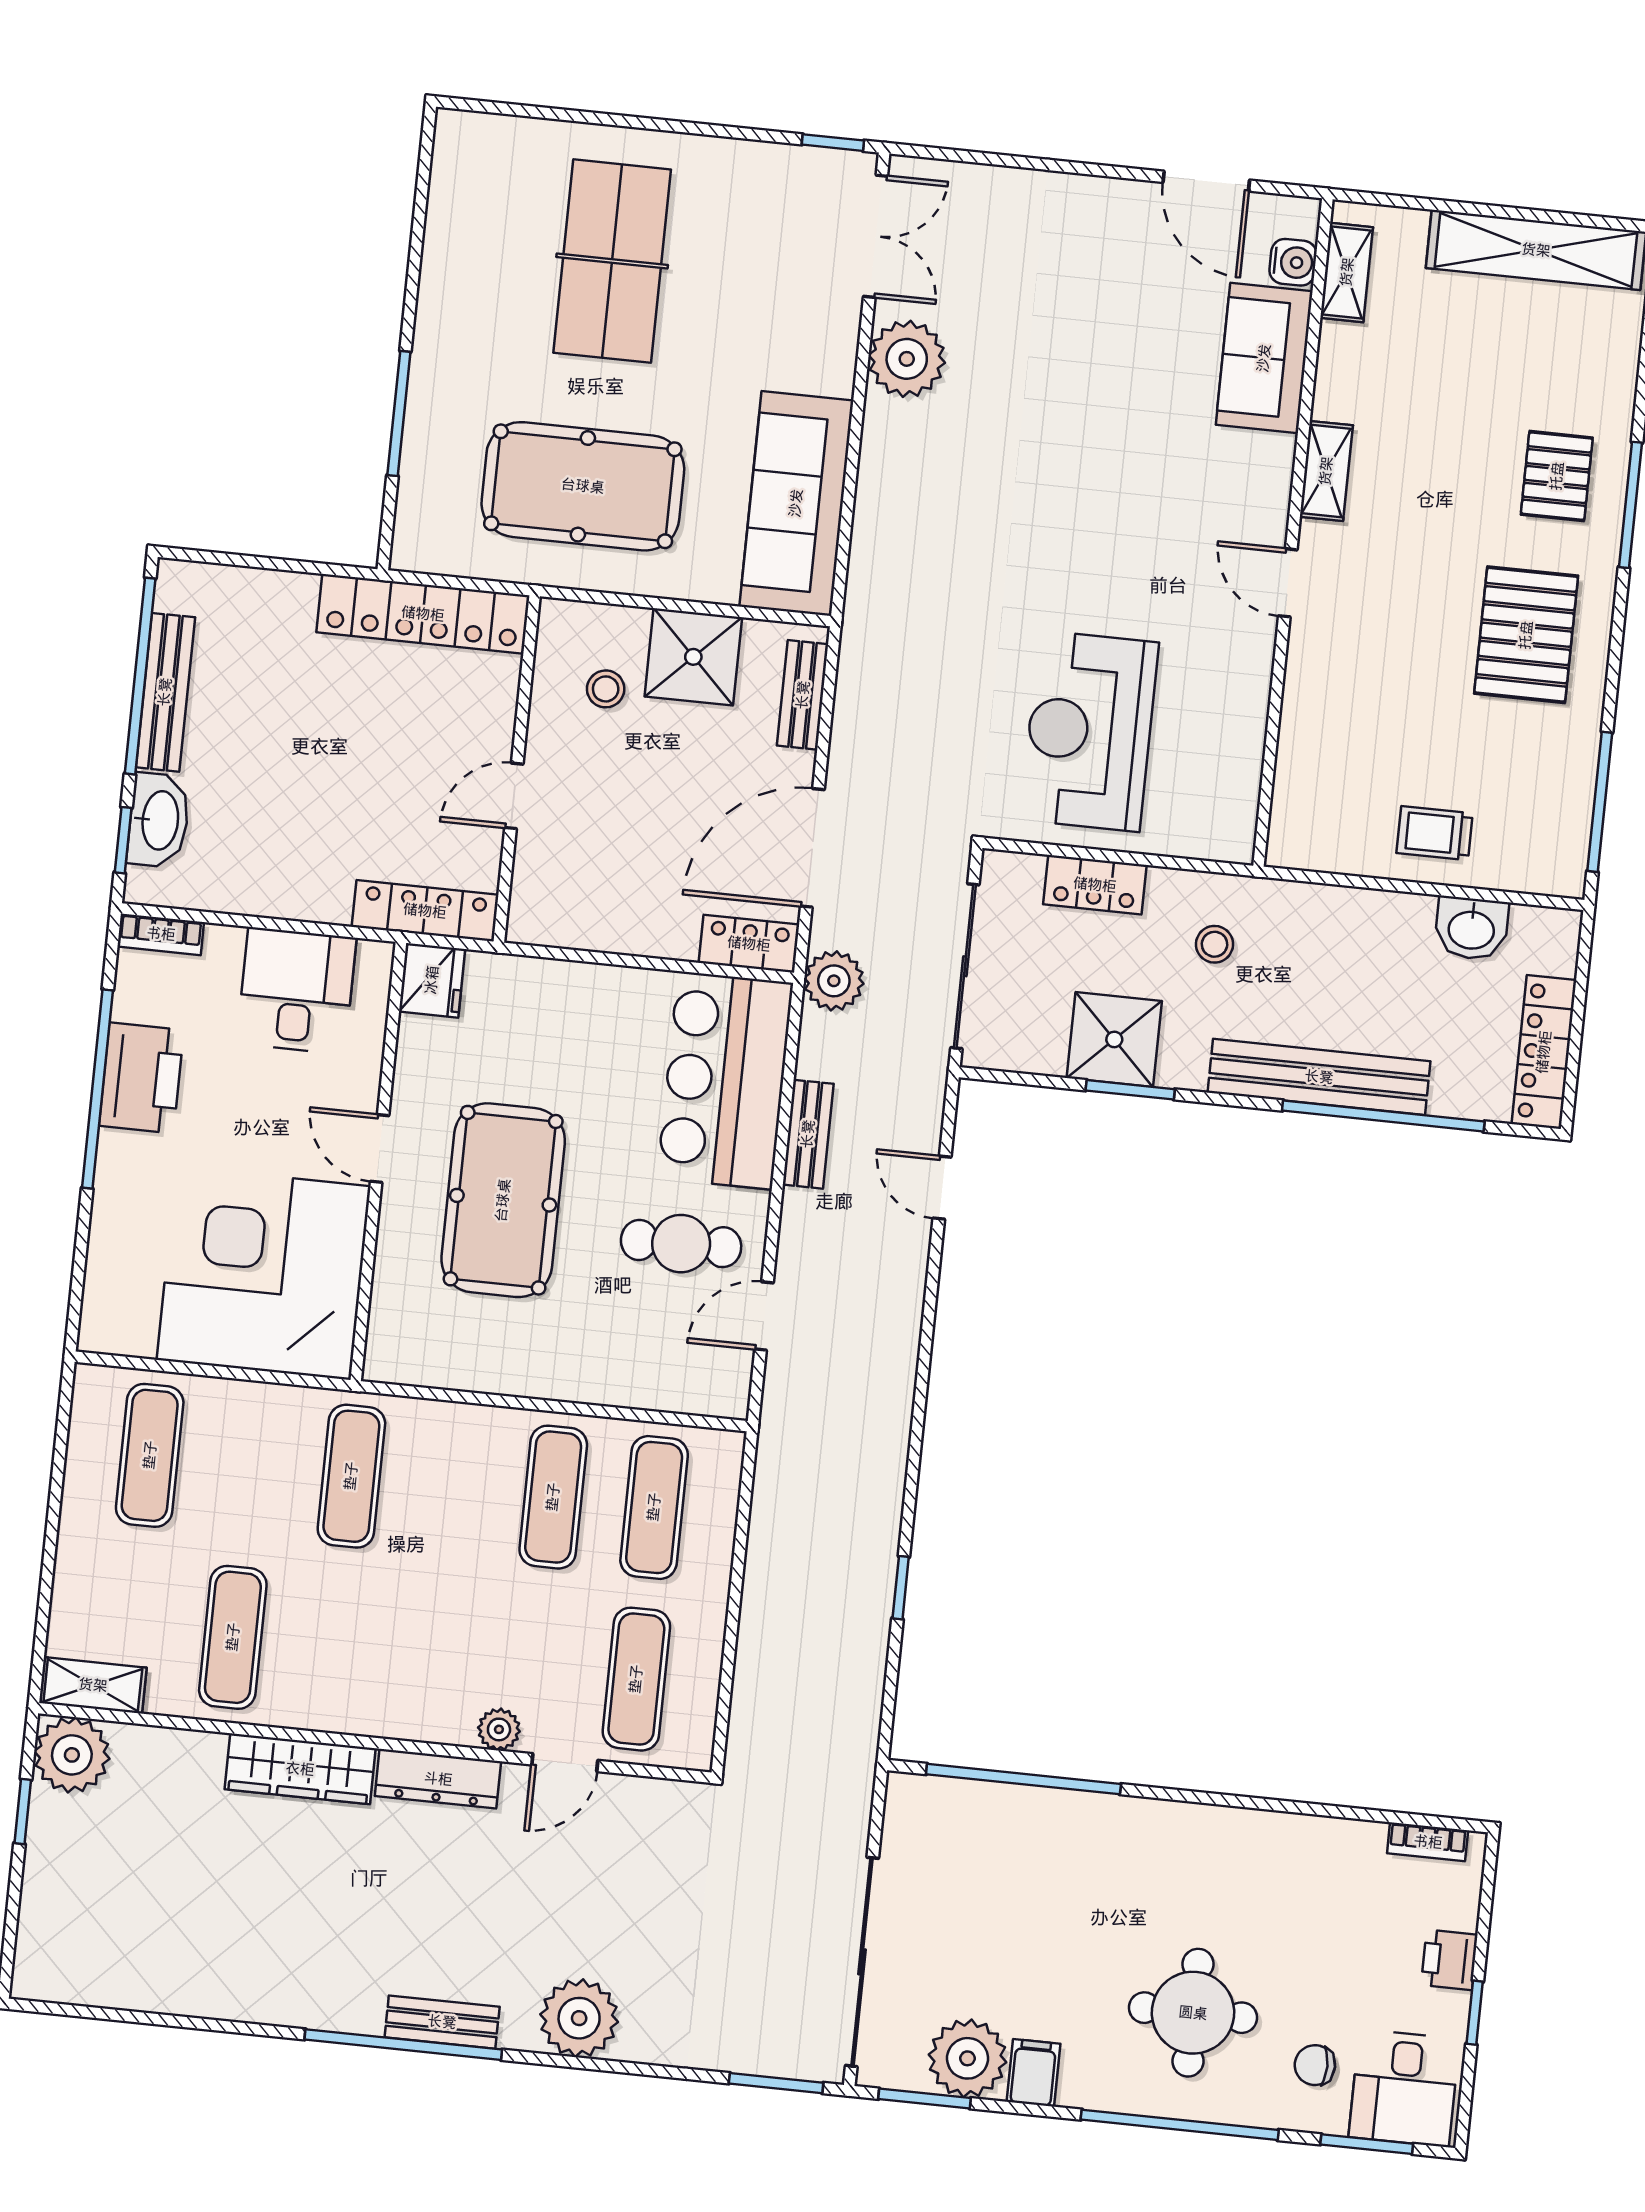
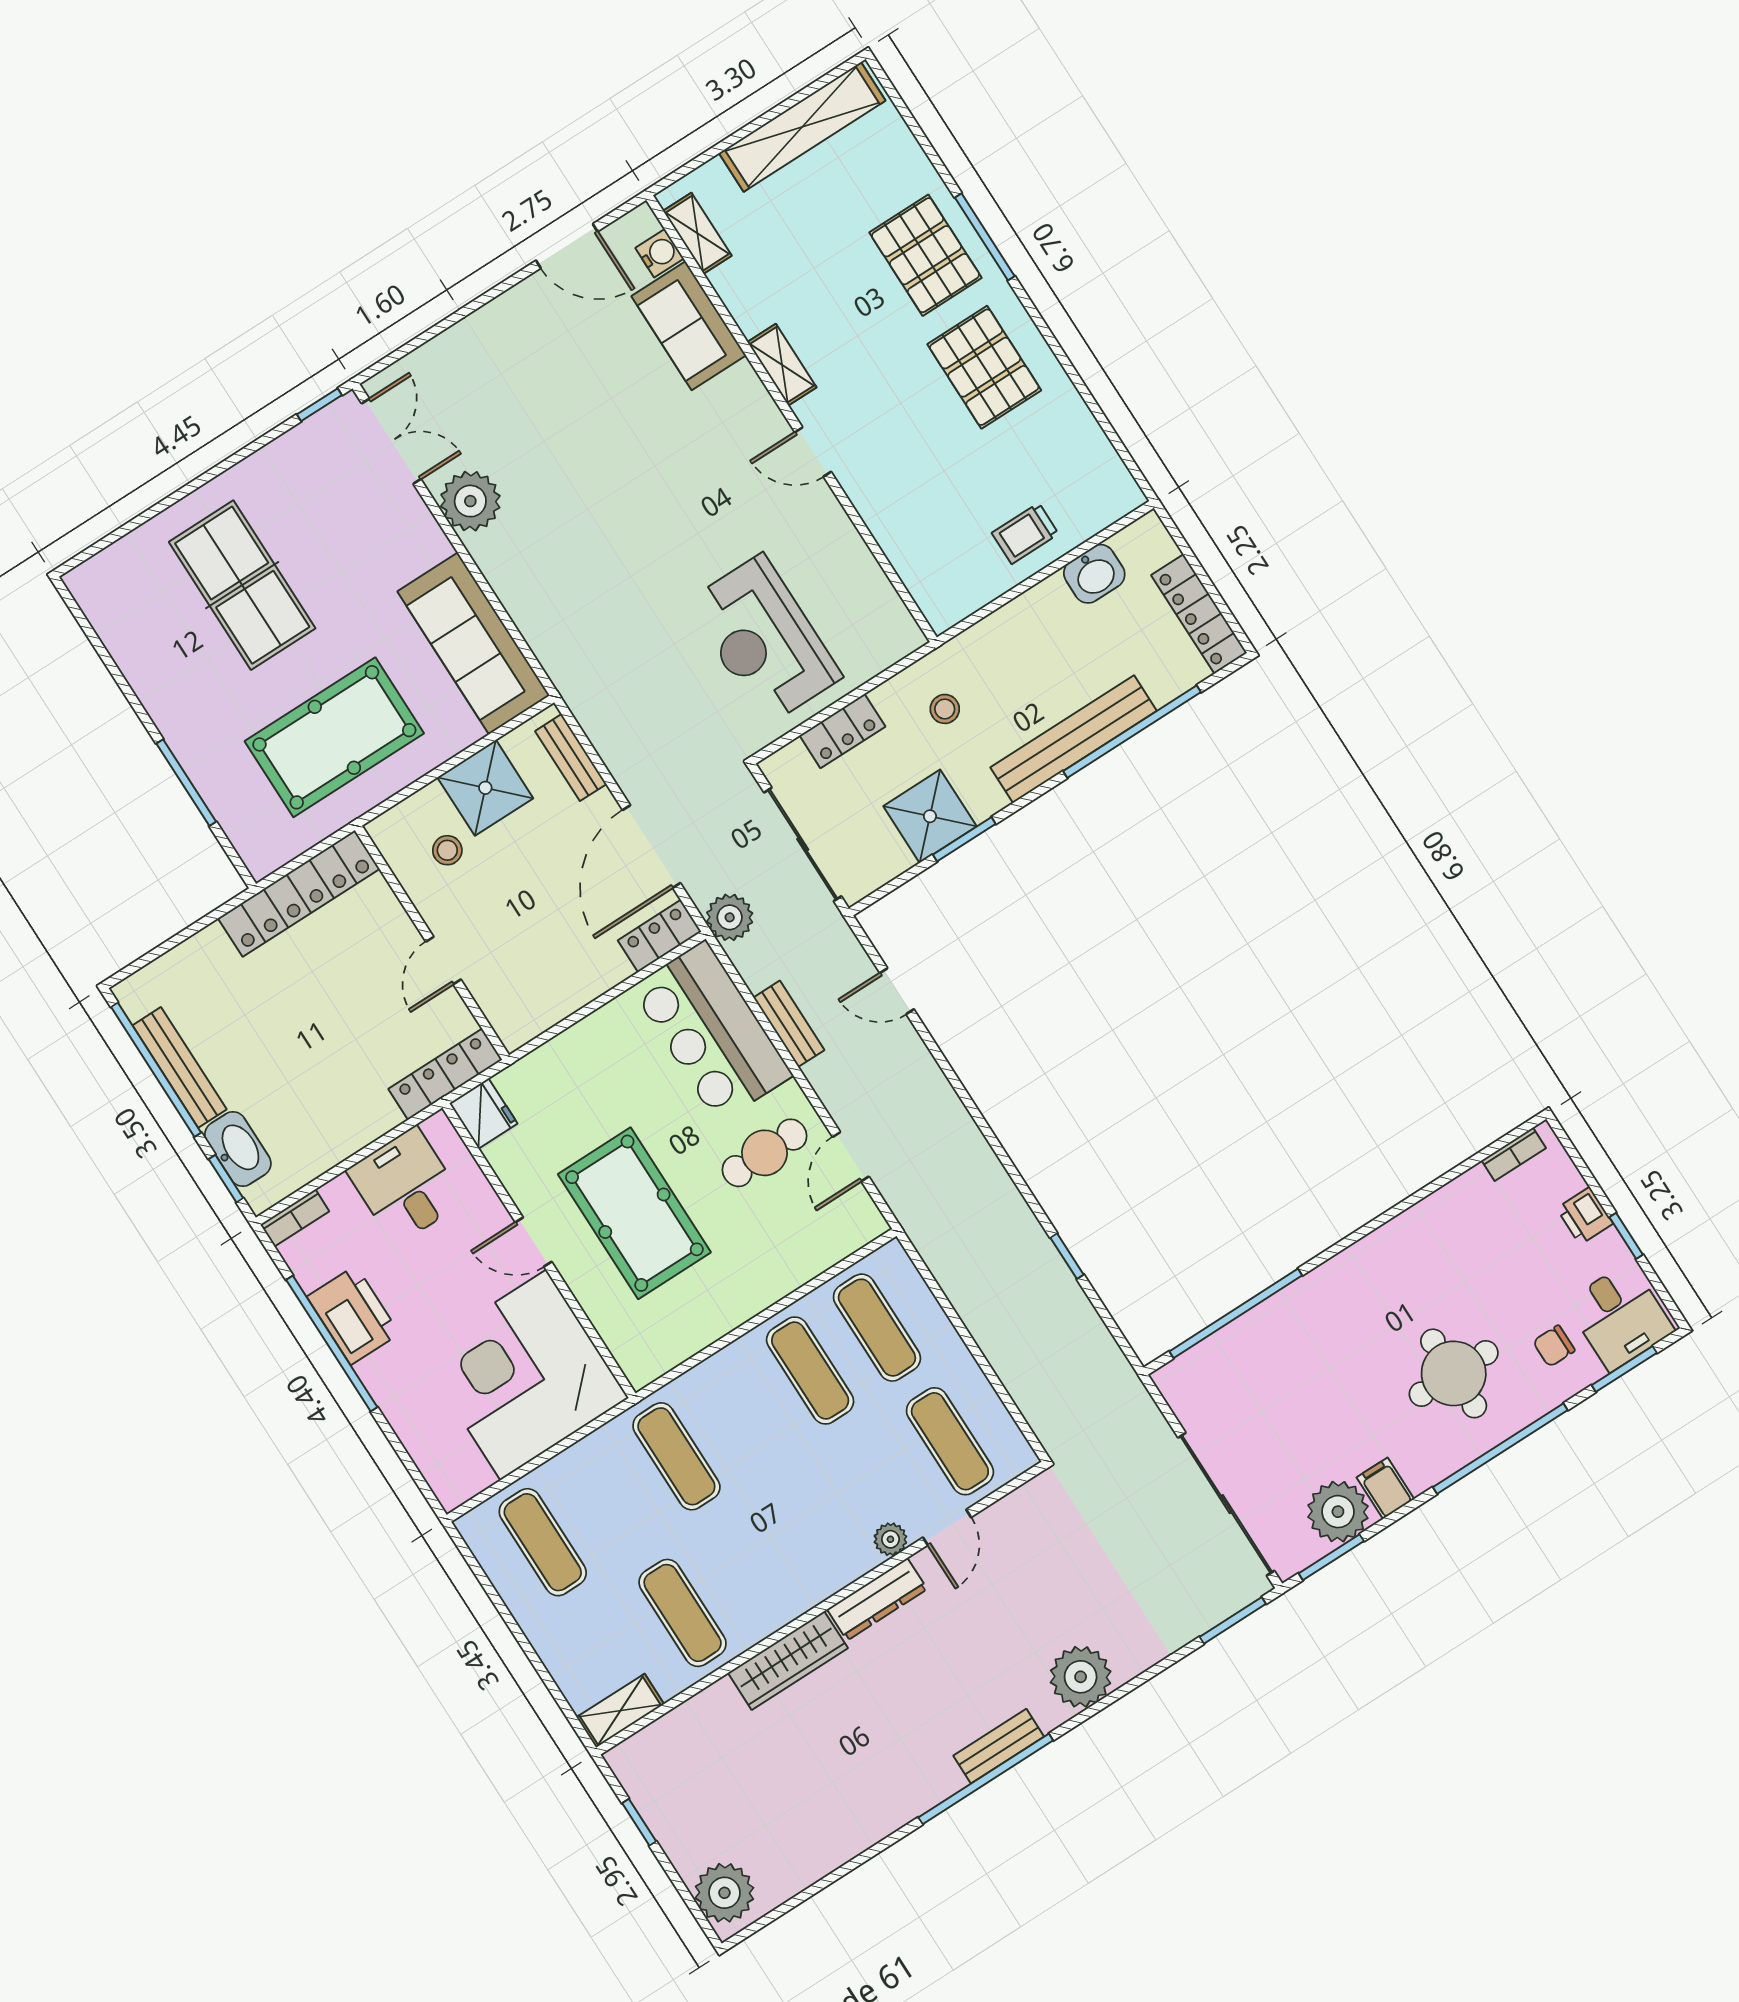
pallet: (1557, 476) -> (925, 255), width x1.50, depth x1.42
window: (1600, 802) -> (1111, 434), removed
plant: (72, 1755) -> (724, 1893), moved

